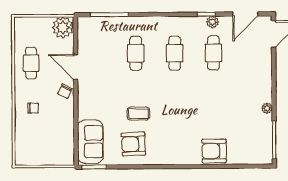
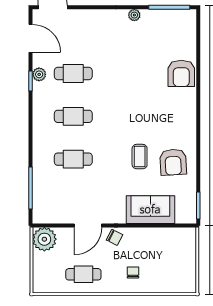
sofa: (90, 142) -> (150, 210), moved

